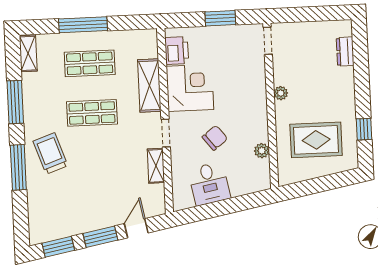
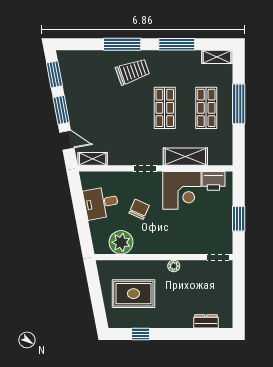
chair: (215, 138) -> (139, 209), turned -118
rug: (316, 140) -> (133, 294), turned 90
plant: (262, 151) -> (121, 242), width x1.88, depth x1.88
shelving: (156, 166) -> (93, 159), moved

